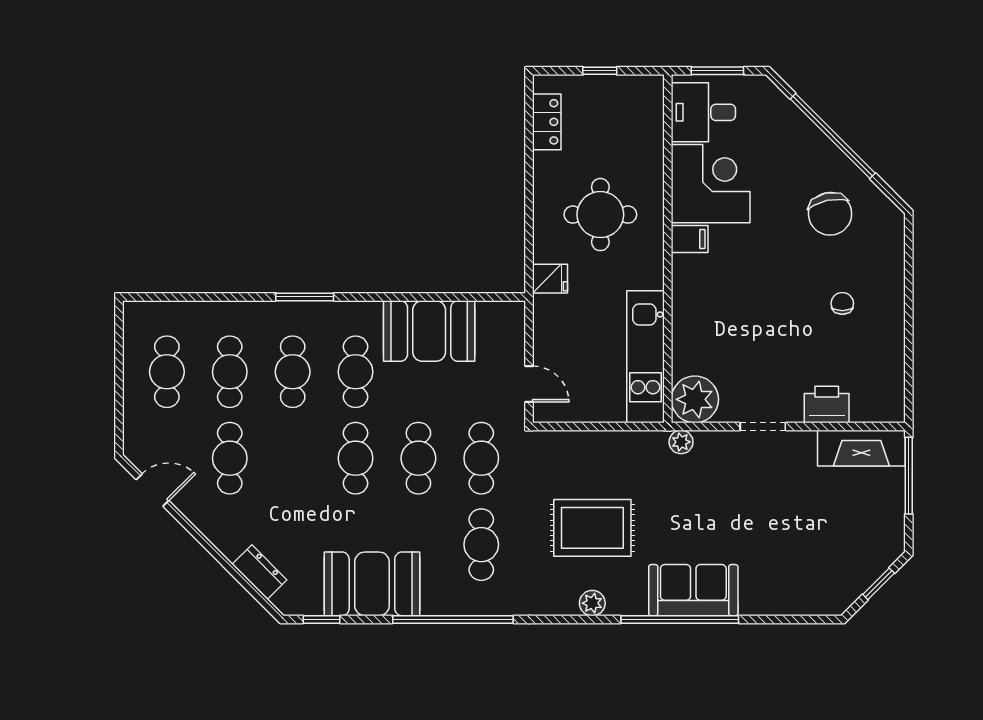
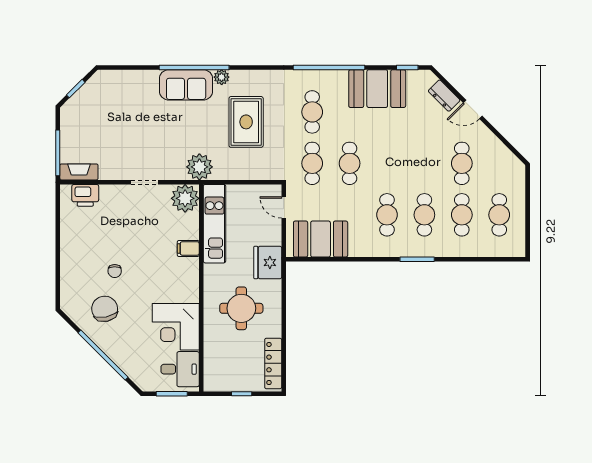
locker: (547, 122) -> (273, 363), width x1.53
filing cabinet: (690, 239) -> (188, 248), moved
fridge: (550, 279) -> (268, 263), width x1.88, depth x1.34
chair: (842, 303) -> (115, 271), moved
booth: (429, 331) -> (321, 239), moved
printer: (827, 405) -> (85, 195), moved
plant: (681, 442) -> (199, 167), width x1.87, depth x1.87
fireplace: (861, 448) -> (79, 172), width x0.73, depth x0.76
cafe table: (356, 458) -> (387, 163), removed
door: (153, 490) -> (473, 109), moved
rug: (592, 528) -> (246, 122), turned 90
plant: (592, 603) -> (222, 77), moved

